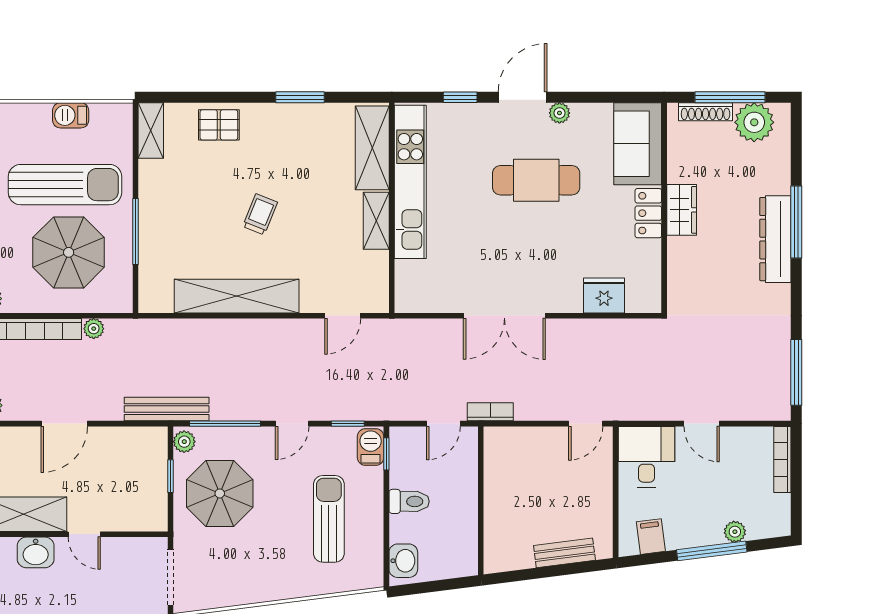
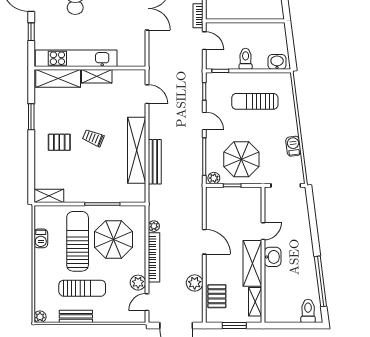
pallet: (219, 125) -> (59, 142), moved, turned 90
bench: (167, 409) -> (155, 162), moved
barbecue: (371, 447) -> (293, 146), moved, turned 83

